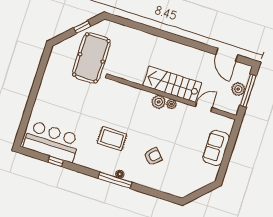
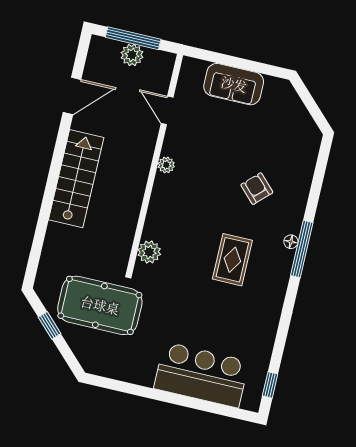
door: (227, 55) -> (72, 96), moved
stairs: (172, 84) -> (76, 179), moved, turned 180
plant: (159, 102) -> (149, 252), moved
bar counter: (52, 141) -> (201, 375), moved, turned 90
window: (56, 161) -> (270, 385), moved

